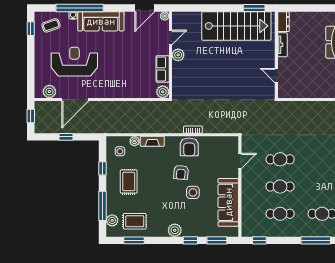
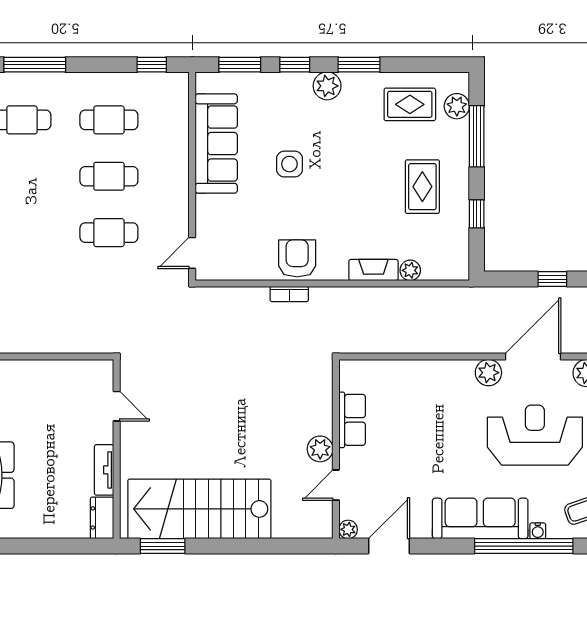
reception desk: (74, 62) -> (535, 435), turned 180
plant: (163, 92) -> (488, 373), moved
side table: (120, 151) -> (441, 249), removed
door: (240, 161) -> (192, 253), moved
armchair: (181, 172) -> (314, 206), removed
window: (134, 240) -> (359, 65), moved

